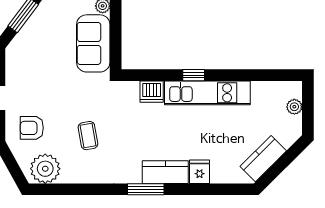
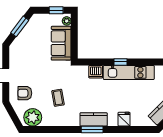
kitchen counter: (165, 172) -> (94, 119), moved

